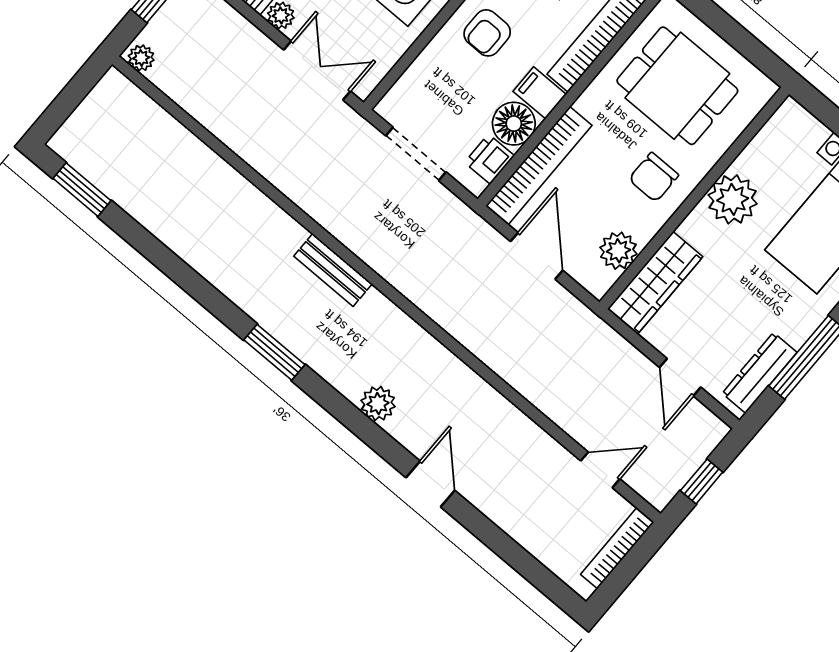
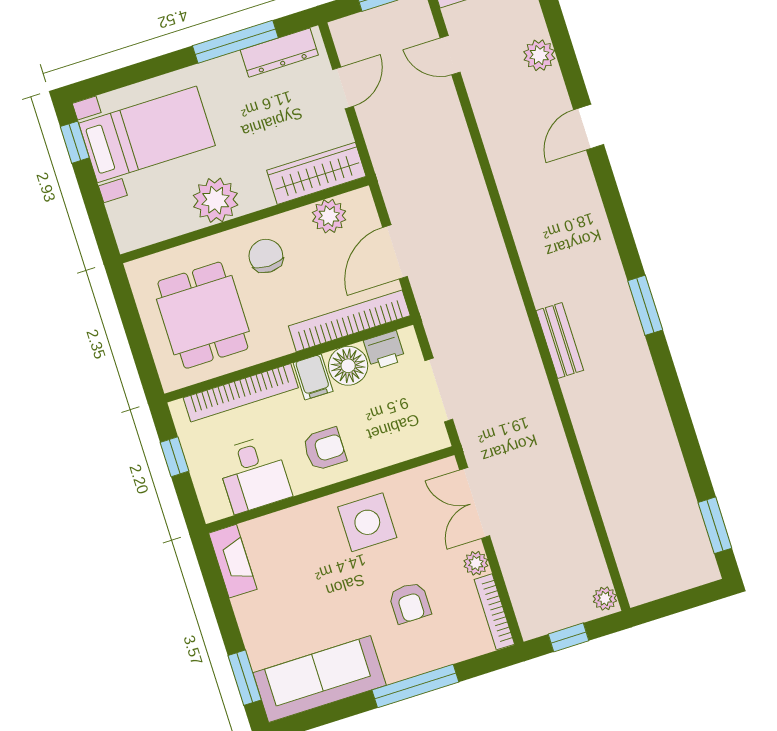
chair: (654, 177) -> (266, 256), turned -90
plant: (378, 404) -> (539, 55), moved

